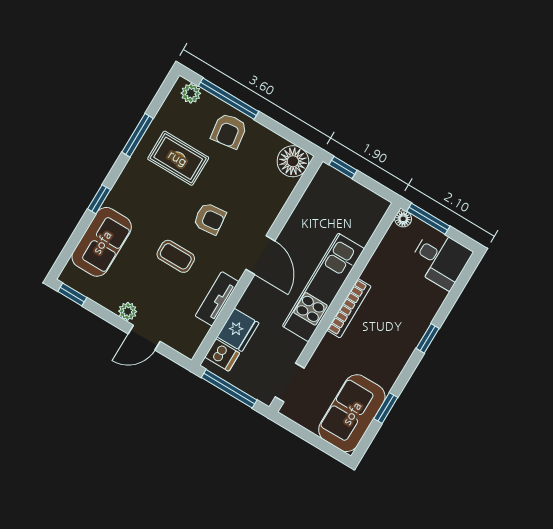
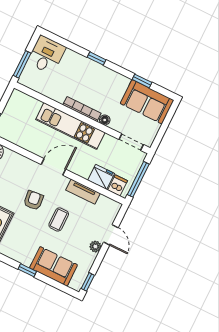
floor lamp: (403, 219) -> (105, 120), moved

